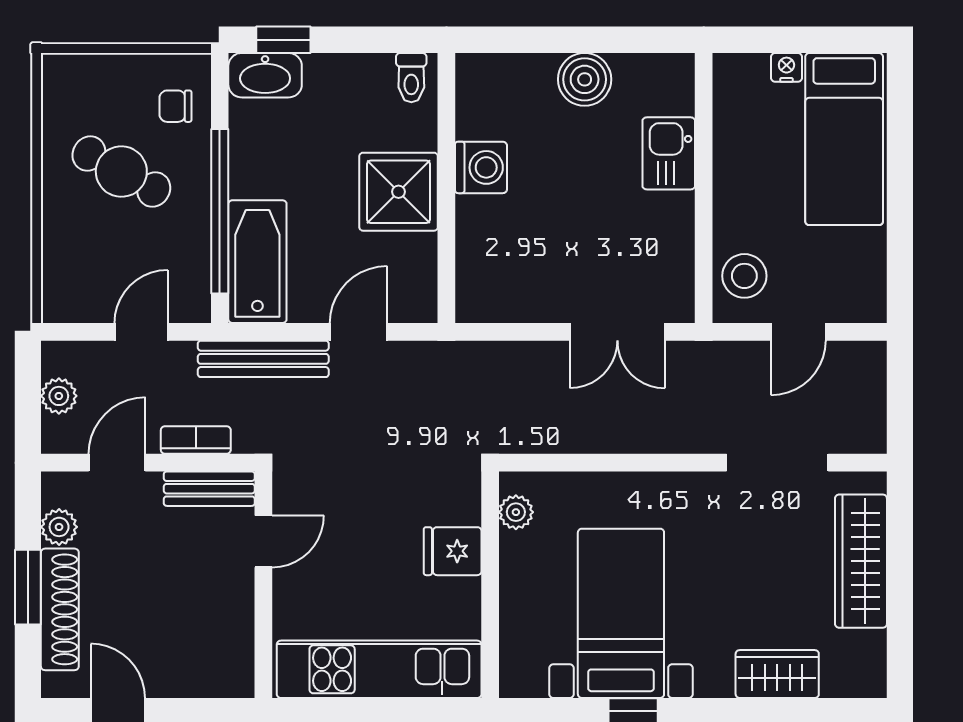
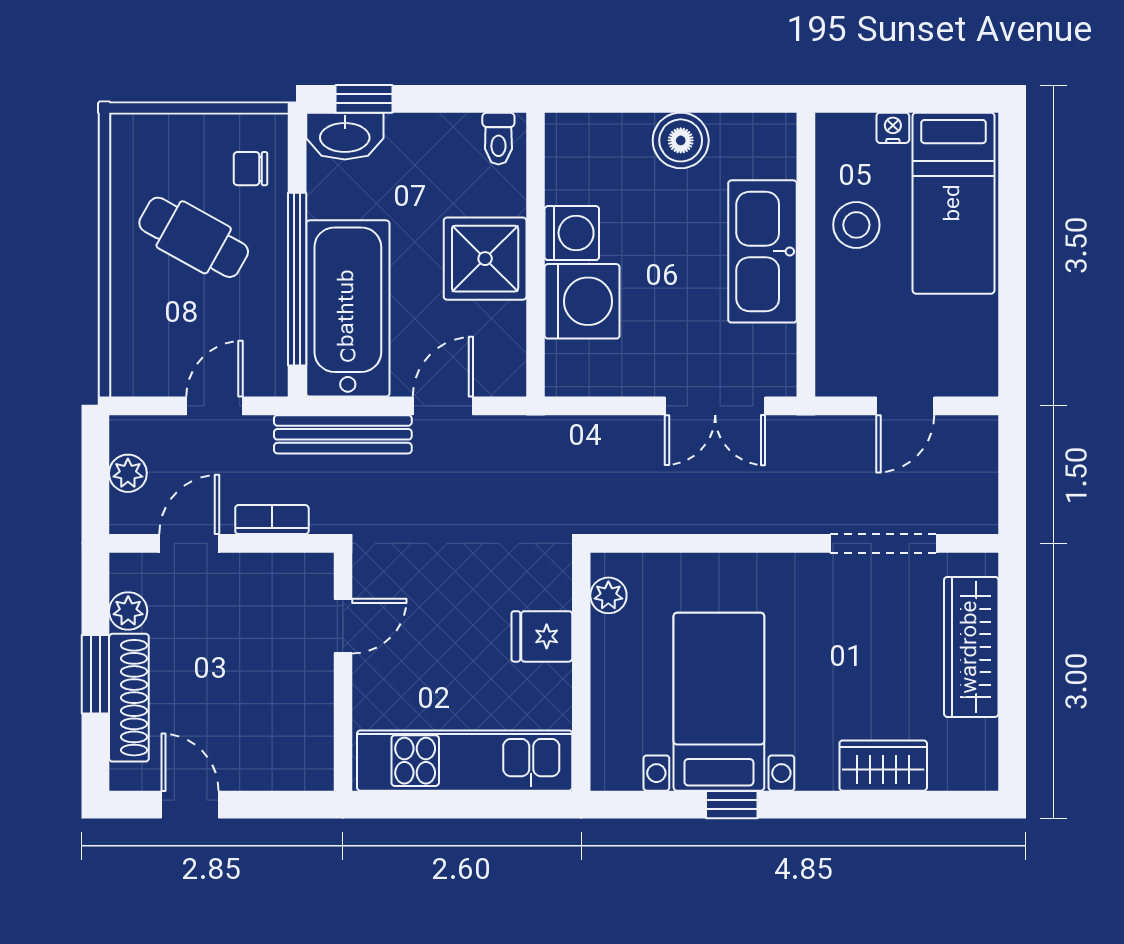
kitchen sink: (669, 153) -> (762, 251), width x1.88, depth x1.24
washing machine: (491, 232) -> (582, 301), added
bathtub: (257, 262) -> (348, 308), width x1.36, depth x1.36
stool: (744, 276) -> (856, 225), moved
bench: (209, 489) -> (286, 571), removed

